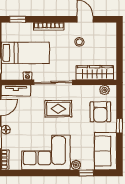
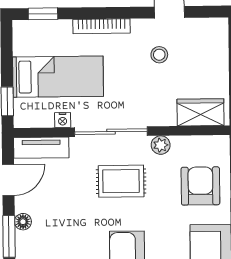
wardrobe: (95, 73) -> (201, 112), width x0.67
plant: (105, 90) -> (161, 145), moved
armchair: (100, 112) -> (200, 186), turned 180

